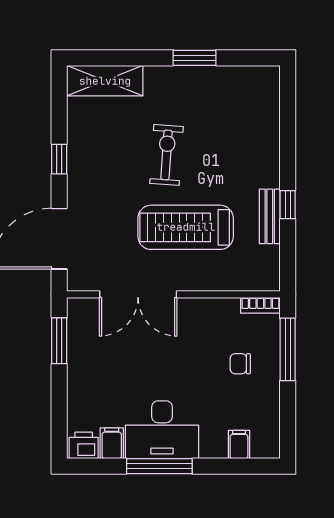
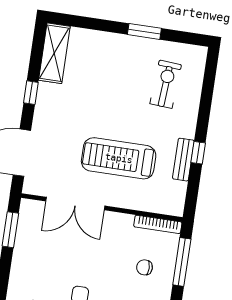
shelving: (105, 81) -> (54, 53), moved, turned 90
exercise bike: (166, 155) -> (166, 84), moved
bookcase: (260, 305) -> (158, 224), width x1.56

